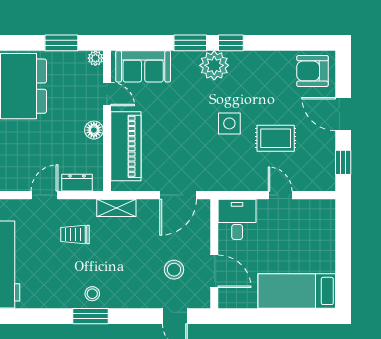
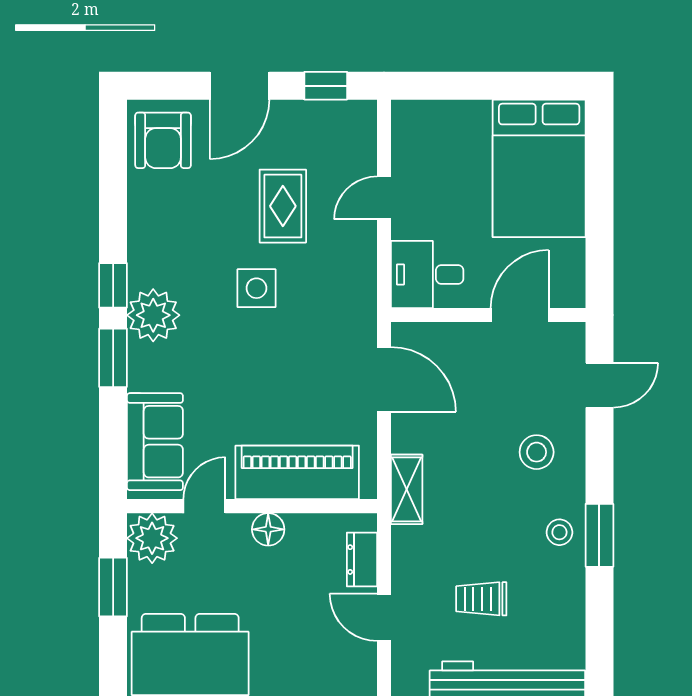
plant: (95, 58) -> (152, 538), width x1.88, depth x1.88
trolley: (75, 234) -> (481, 599), moved, turned 90
stool: (174, 270) -> (537, 452), moved
bed: (297, 291) -> (539, 168), width x1.50

